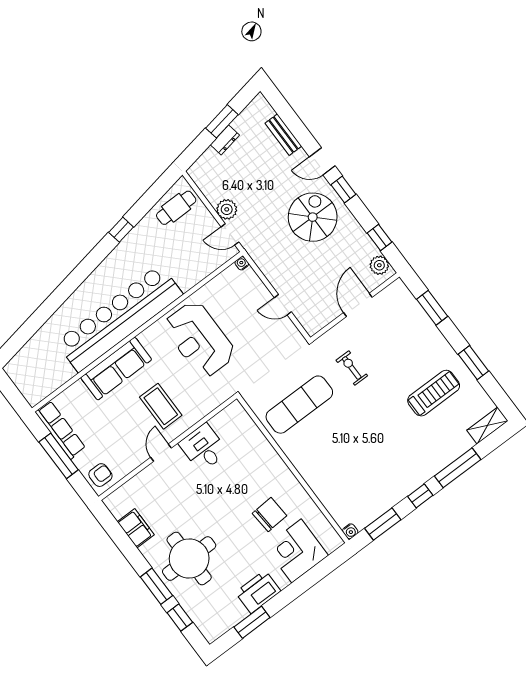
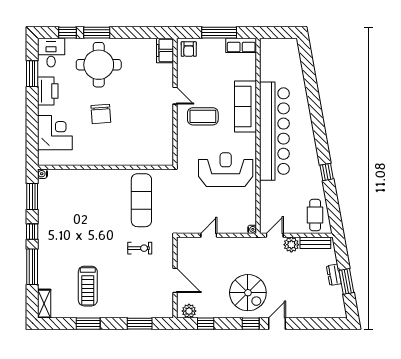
bench: (283, 135) -> (315, 243), moved
row of seats: (60, 430) -> (241, 45), width x0.68
desk: (203, 448) -> (51, 53), moved, turned -90
chair: (270, 515) -> (101, 114), moved
filing cabinet: (136, 528) -> (165, 50), moved, turned 90

